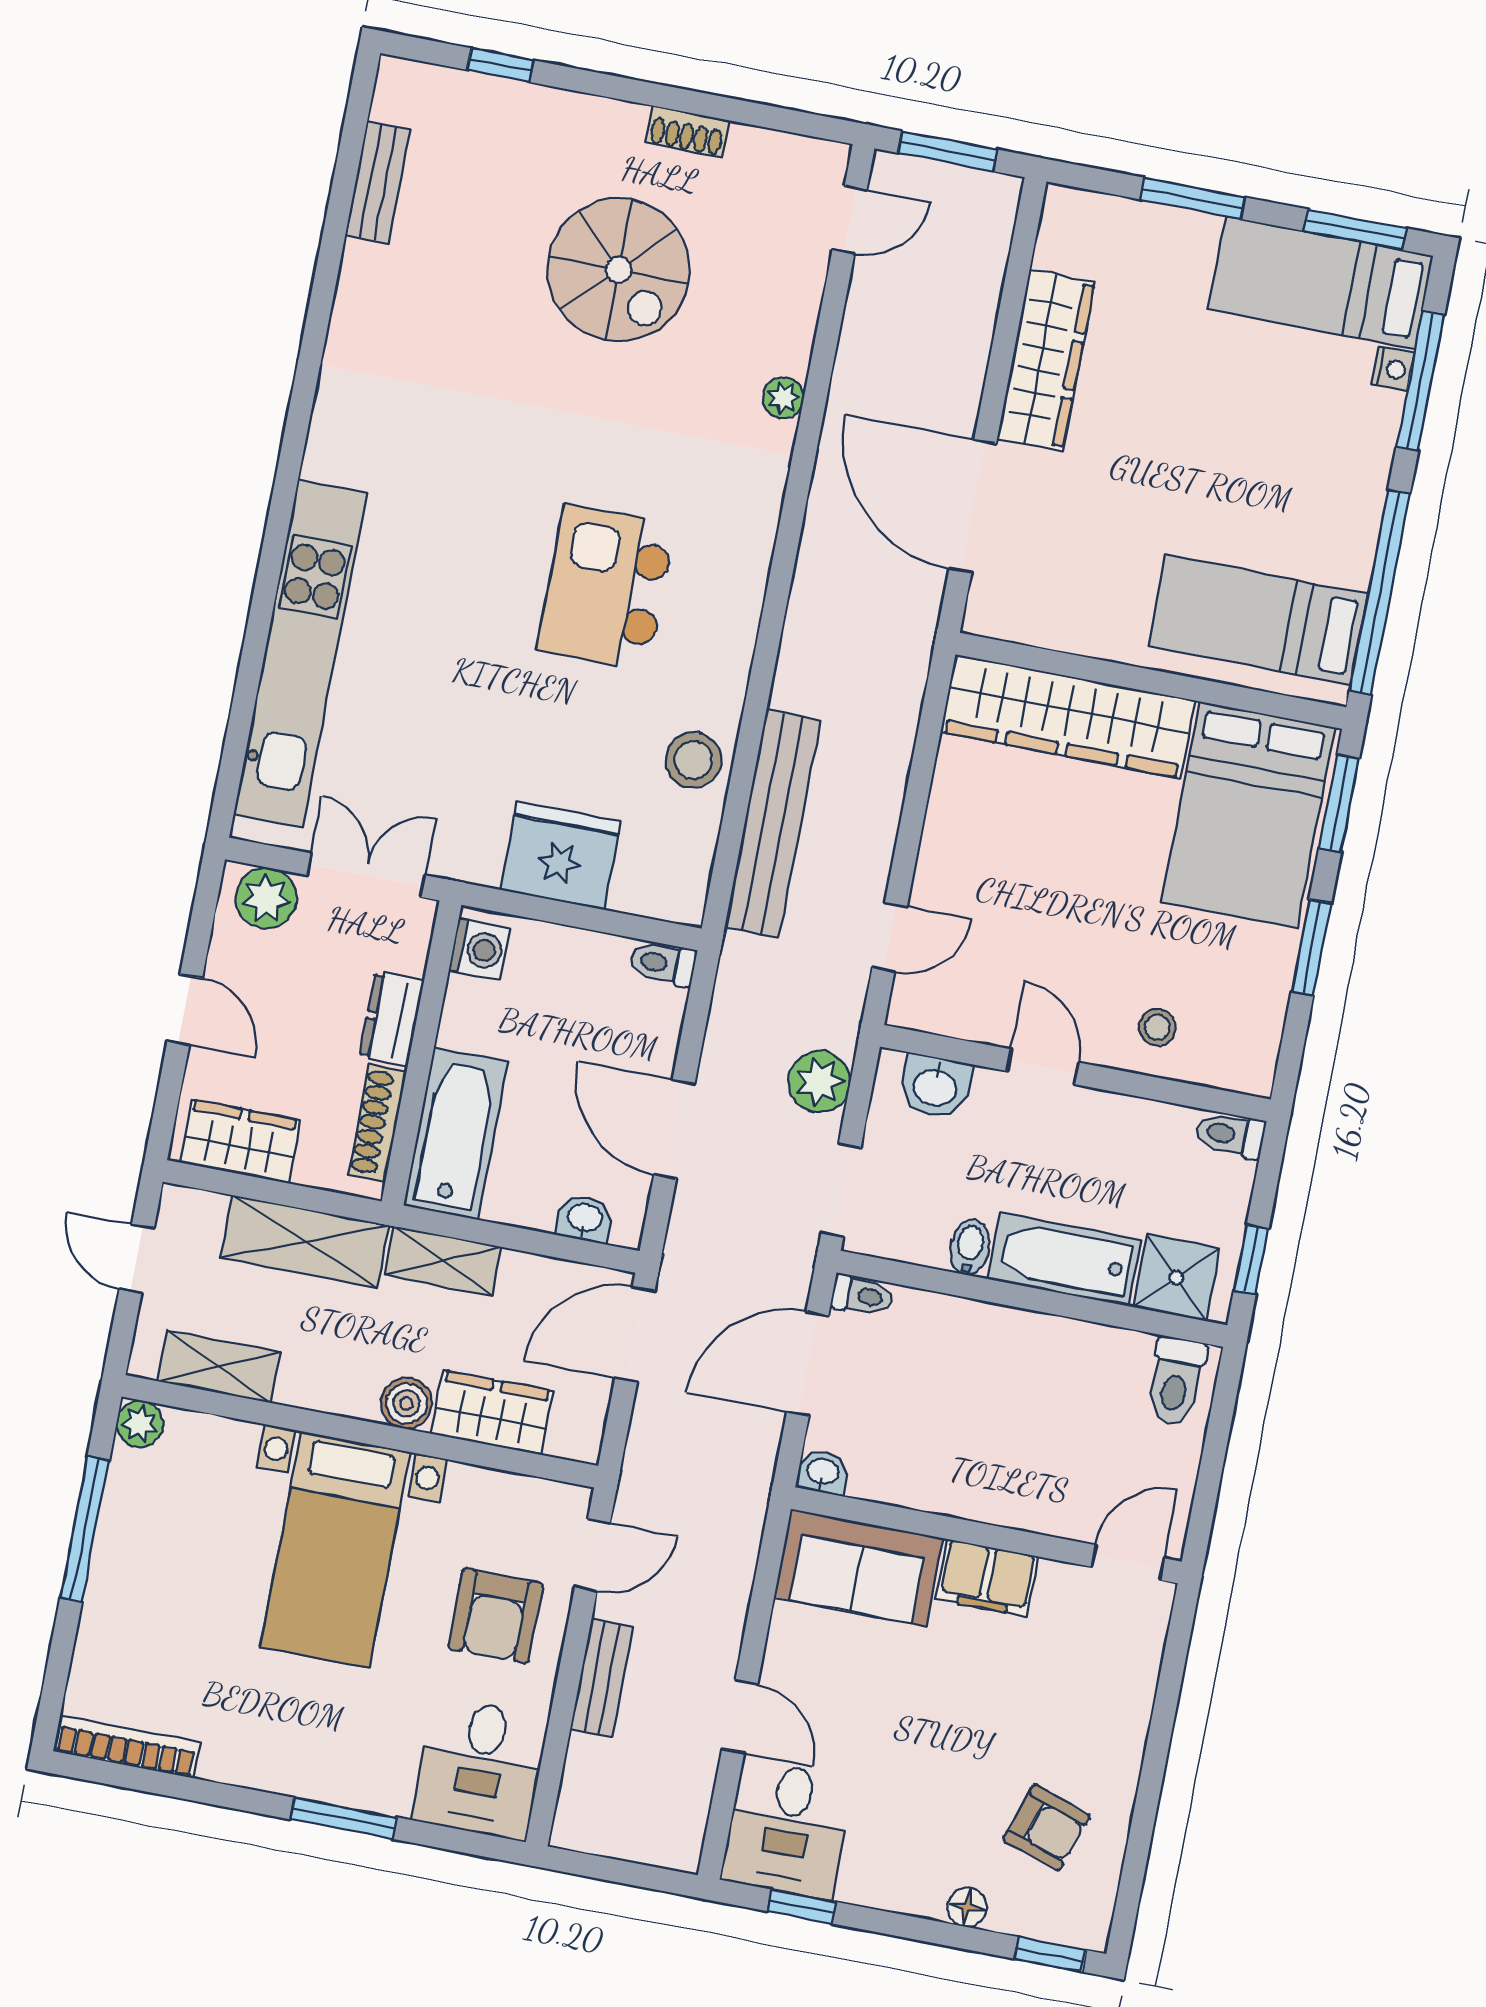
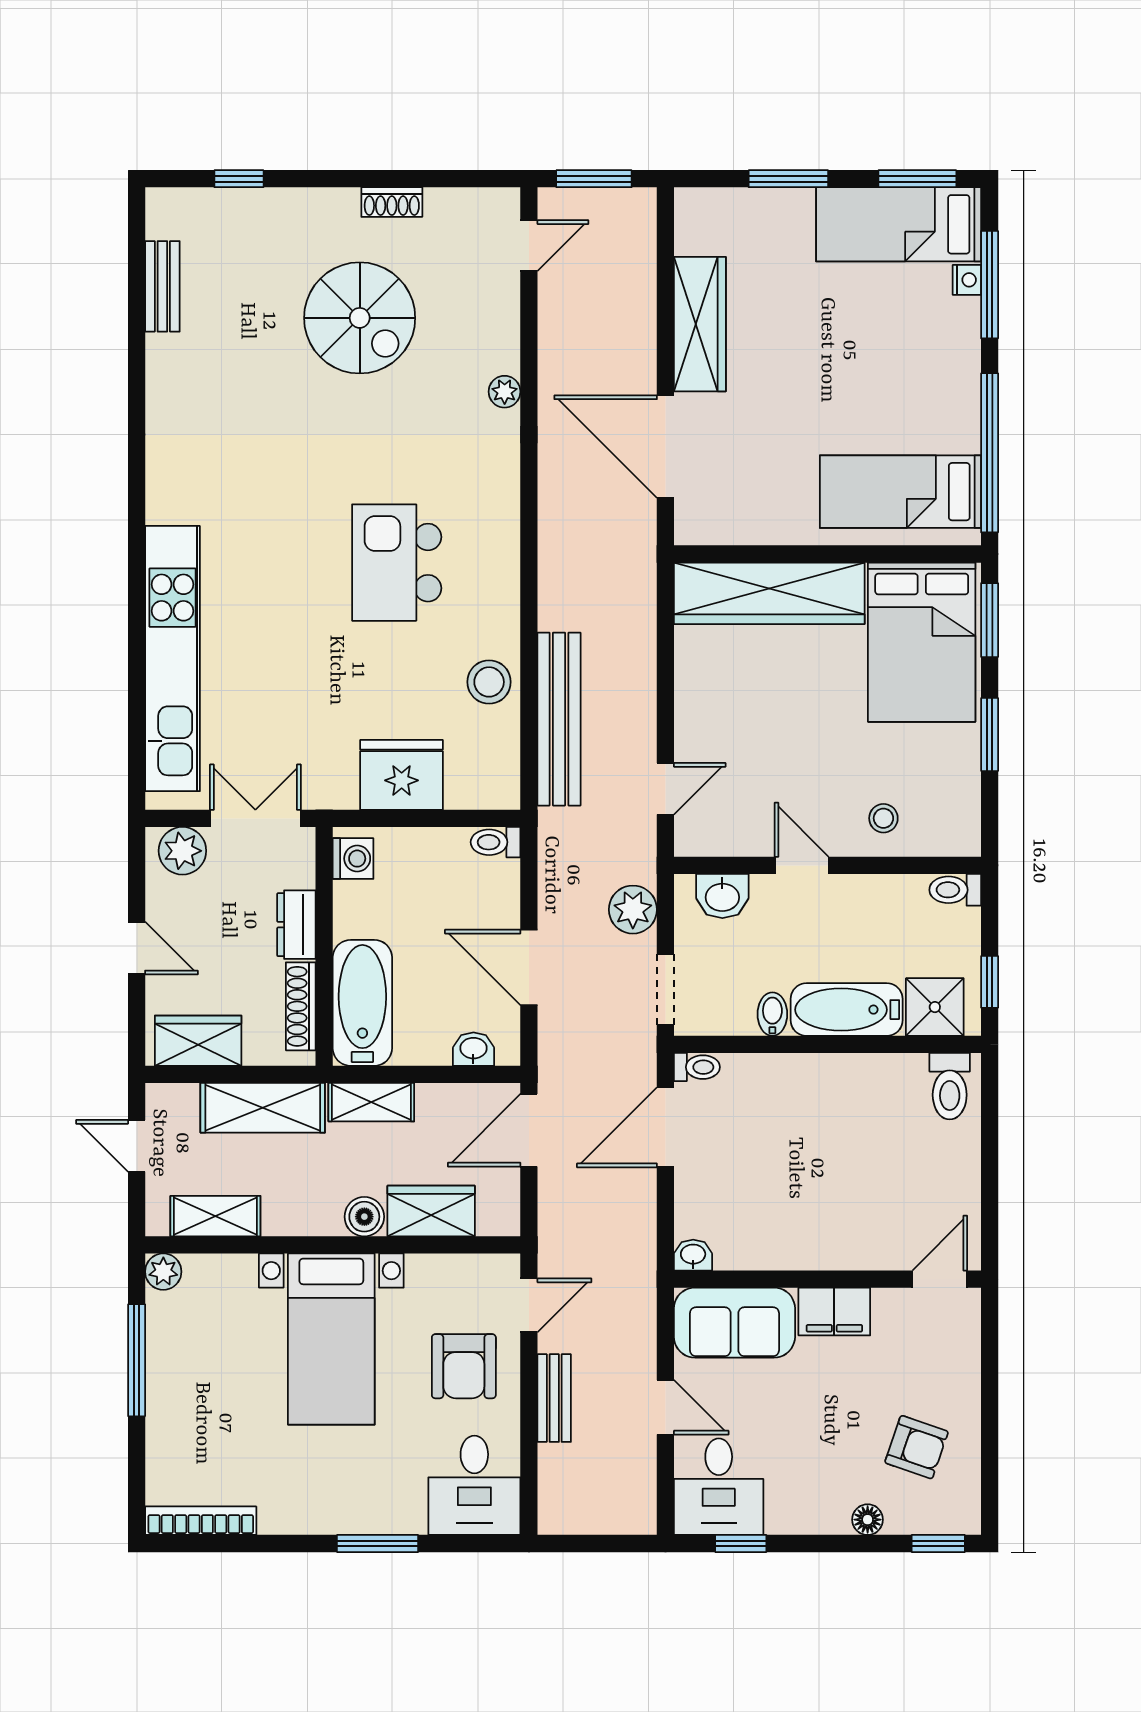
washbasin: (823, 1472) -> (693, 1255), moved
wall: (986, 1535) -> (827, 1279), moved
door: (1128, 1562) -> (940, 1279), moved
sofa: (859, 1568) -> (734, 1323), moved
filing cabinet: (987, 1578) -> (834, 1311), moved

